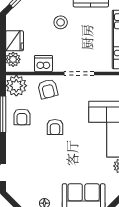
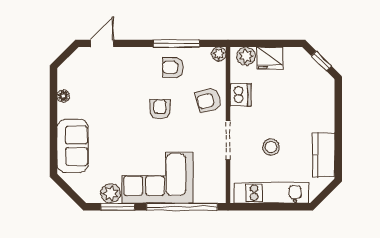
stool: (61, 22) -> (271, 147), moved
plant: (16, 86) -> (219, 54), width x0.53, depth x0.53
armchair: (55, 127) -> (160, 109), turned 90

